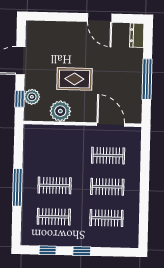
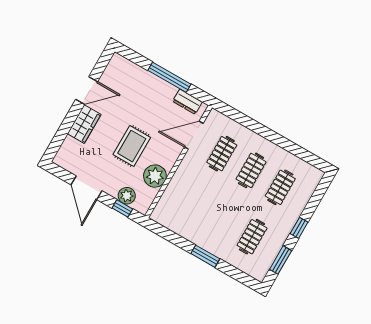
wardrobe: (71, 31) -> (84, 124), added
dresser: (137, 35) -> (187, 102), moved
clothes rail: (55, 185) -> (223, 220), removed
window: (17, 187) -> (205, 256), width x0.69
window: (48, 250) -> (281, 260), width x1.50

